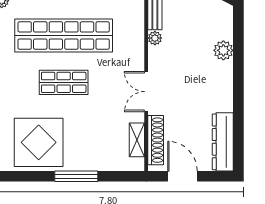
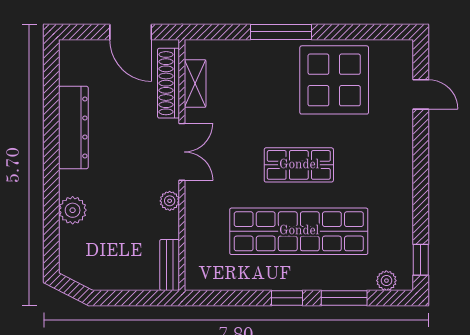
plant: (155, 38) -> (170, 201), moved
dresser: (223, 142) -> (73, 127), moved

